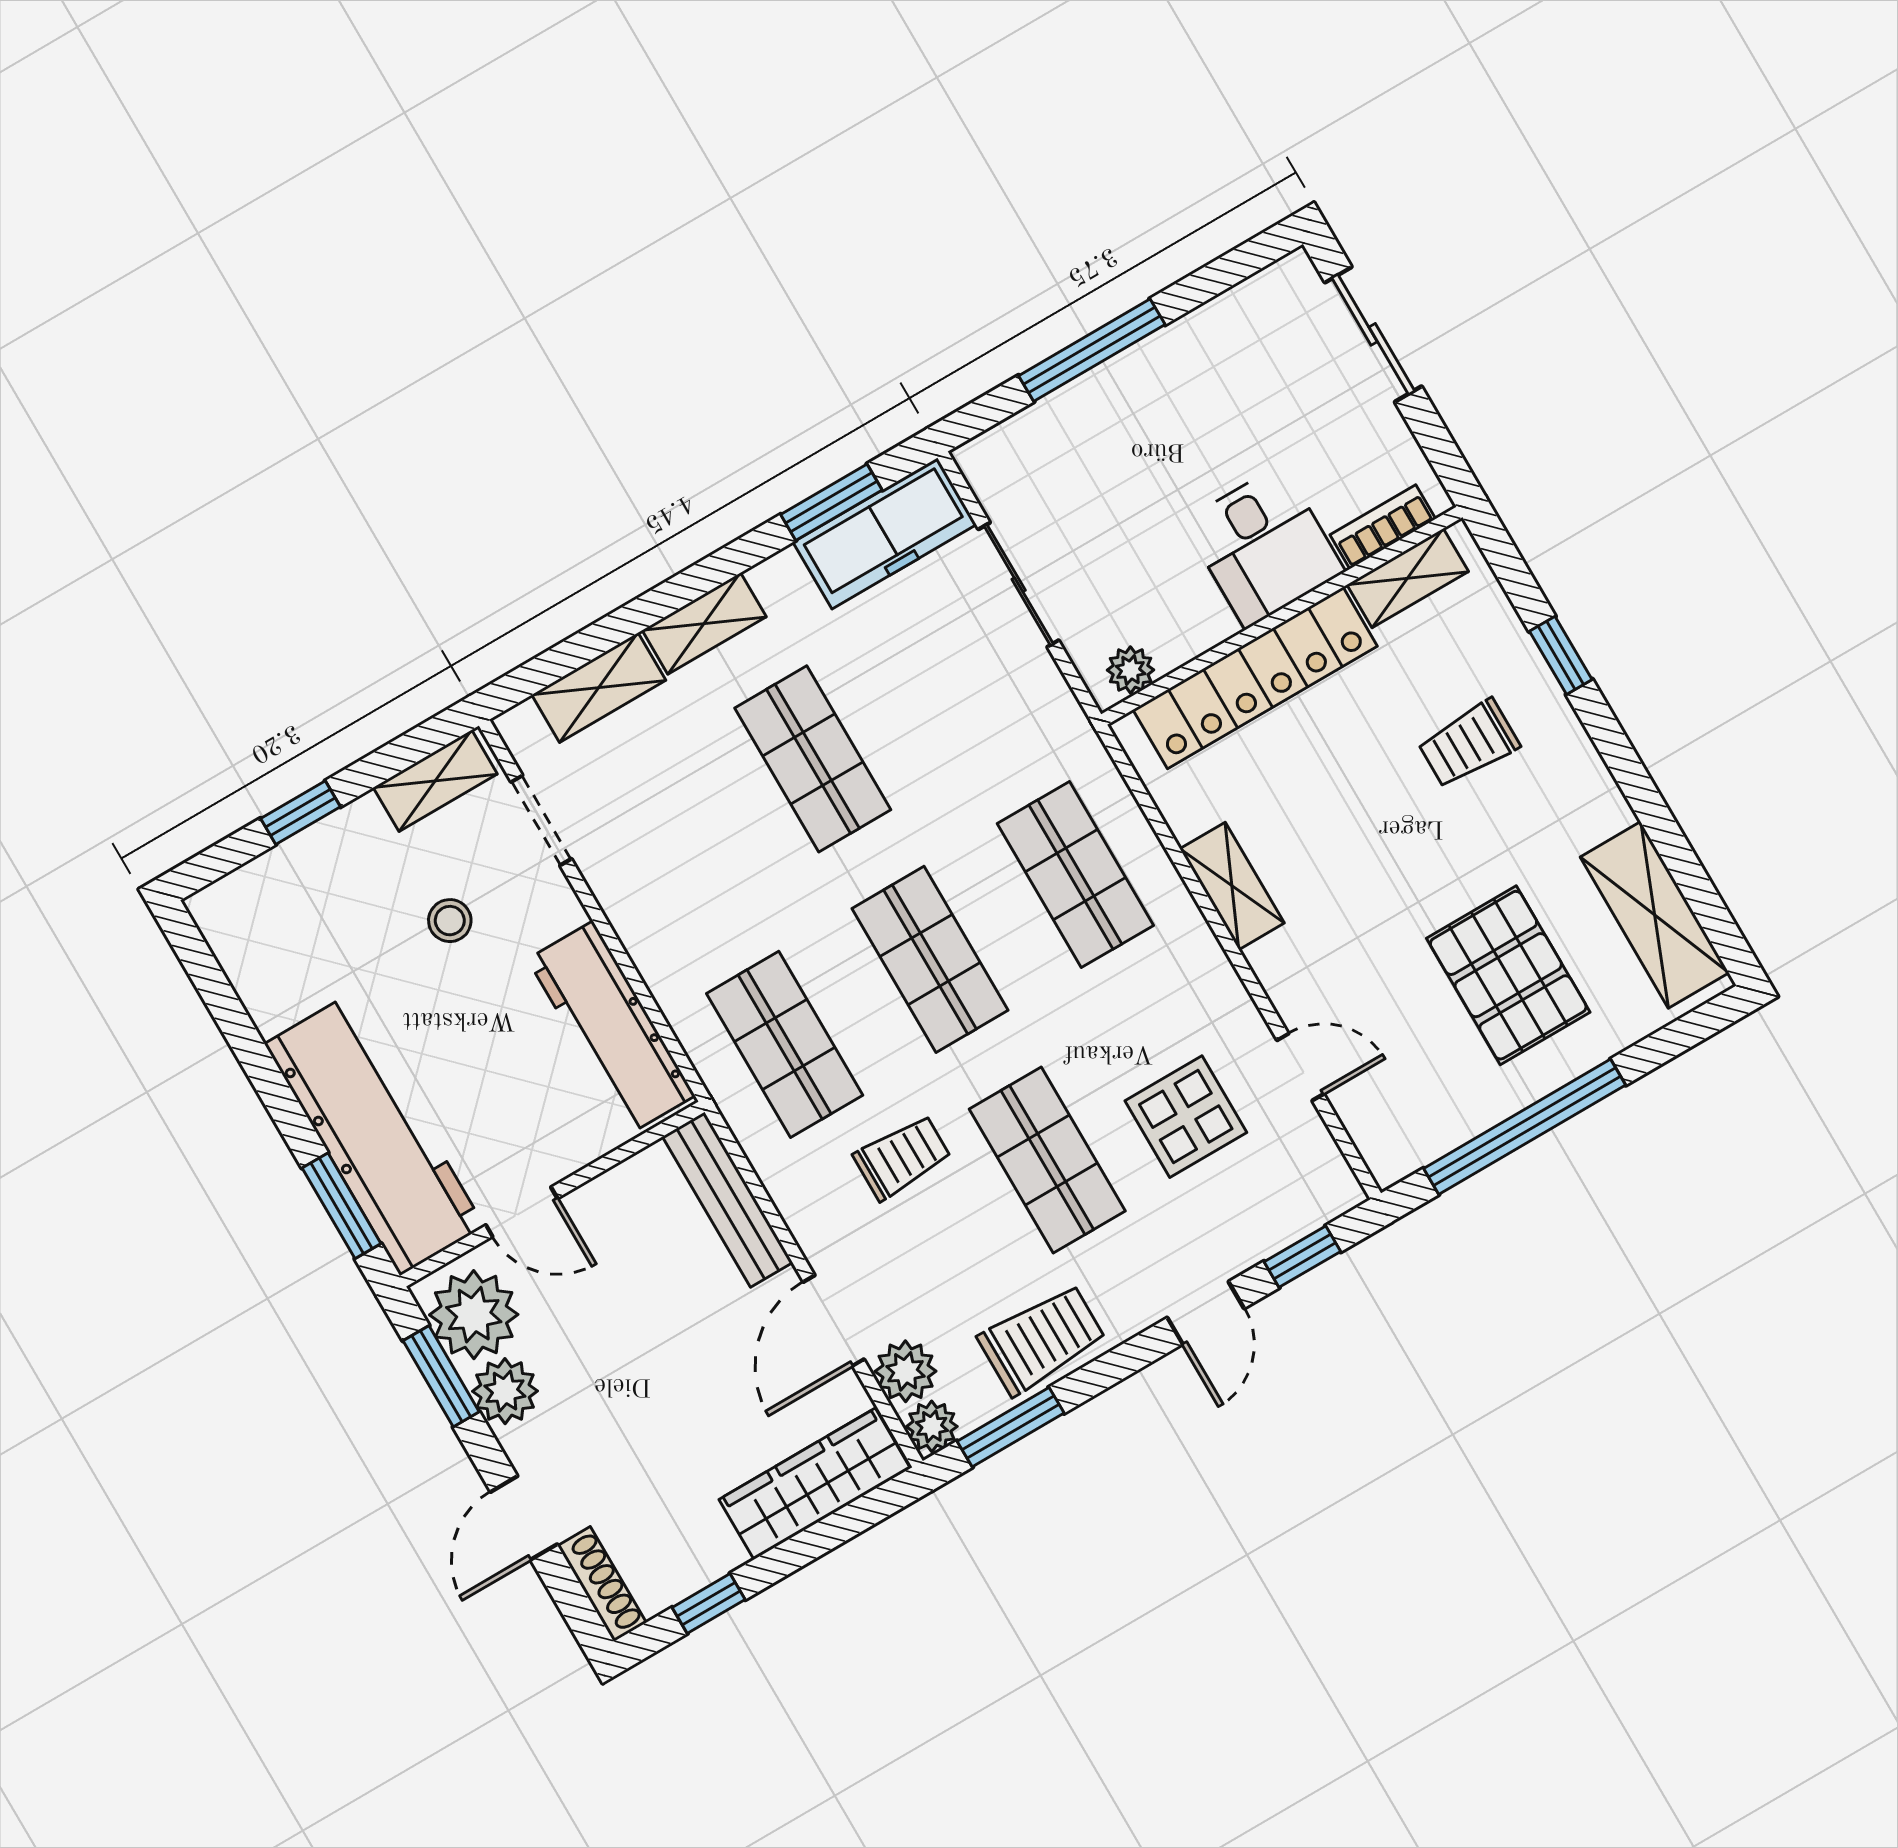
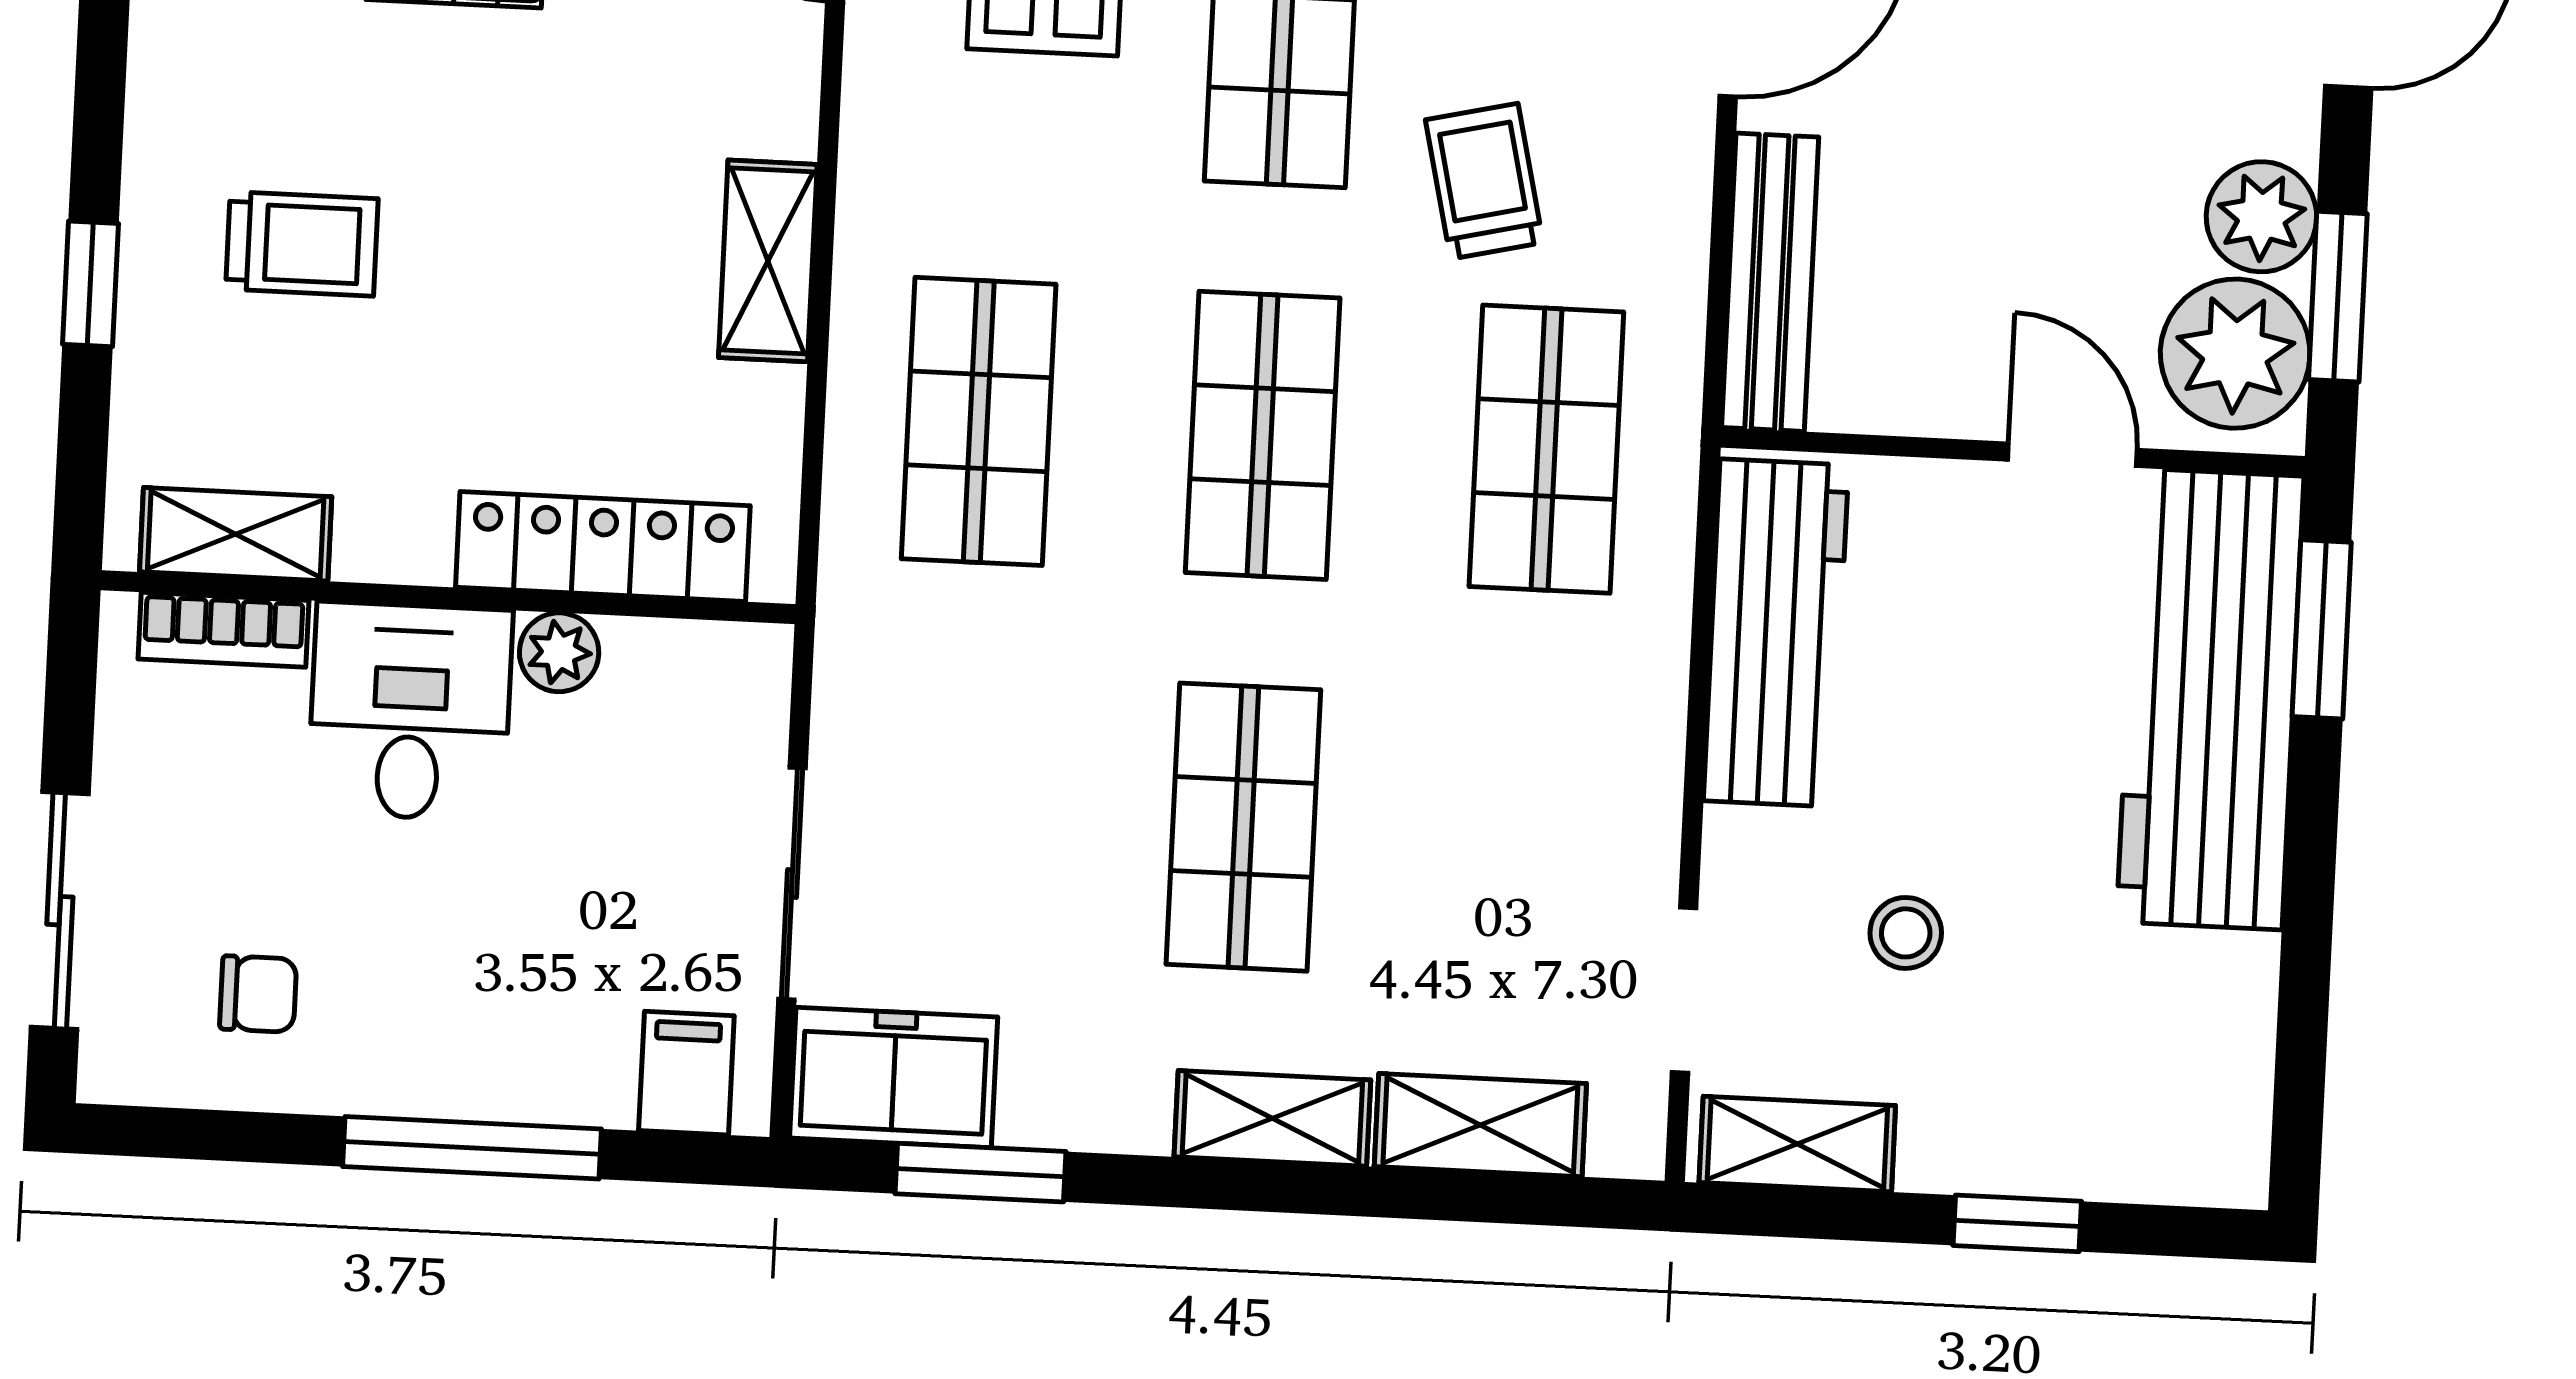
chair: (1248, 357) -> (258, 994), added
filing cabinet: (1010, 456) -> (686, 1073), added
freezer: (885, 533) -> (894, 1077), width x0.71
plant: (1131, 670) -> (559, 652), moved
locker: (1255, 678) -> (603, 547), width x0.71, depth x0.83
trolley: (902, 1157) -> (1484, 181), turned 77

